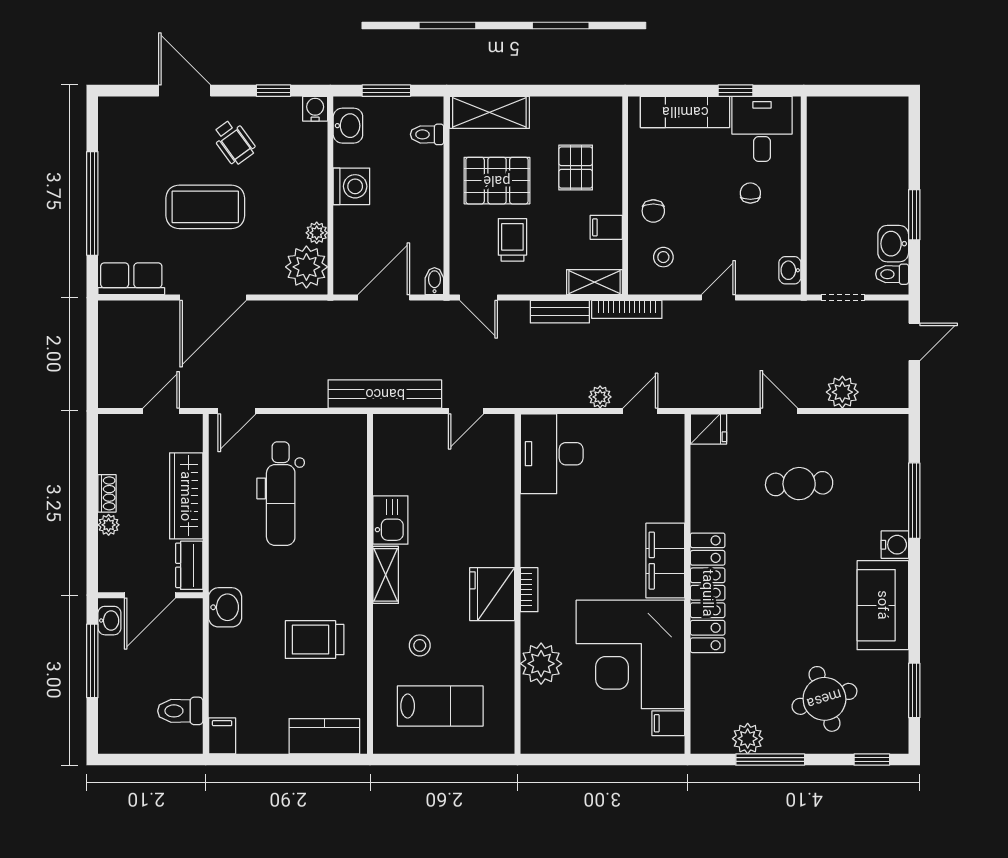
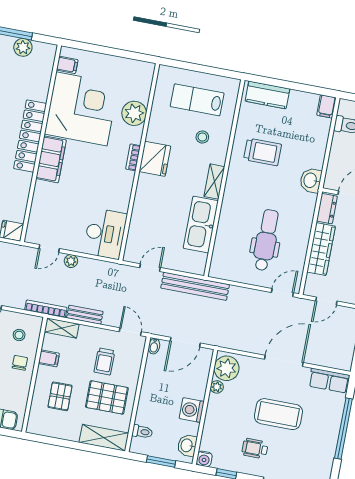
wheelchair: (234, 142) -> (255, 448), turned -54
kitchen sink: (390, 520) -> (201, 225), width x1.88, depth x1.24

